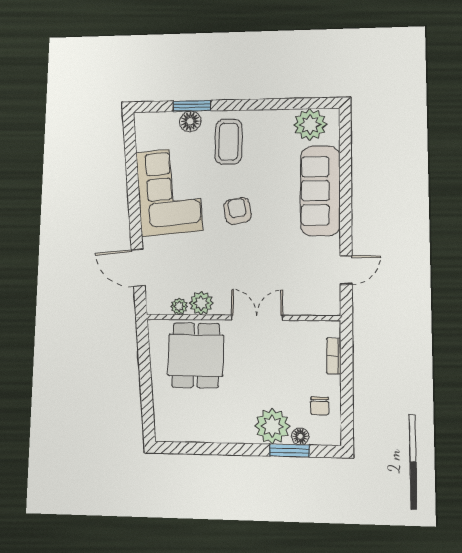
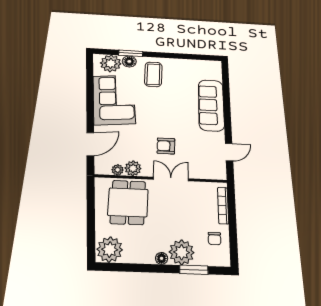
plant: (310, 125) -> (111, 63), moved
armchair: (238, 211) -> (166, 146), moved, turned -79
door: (138, 268) -> (90, 144), swing flipped
bookcase: (334, 356) -> (223, 205), width x1.56
plant: (173, 424) -> (110, 250), added
floor lamp: (300, 436) -> (162, 258), moved

